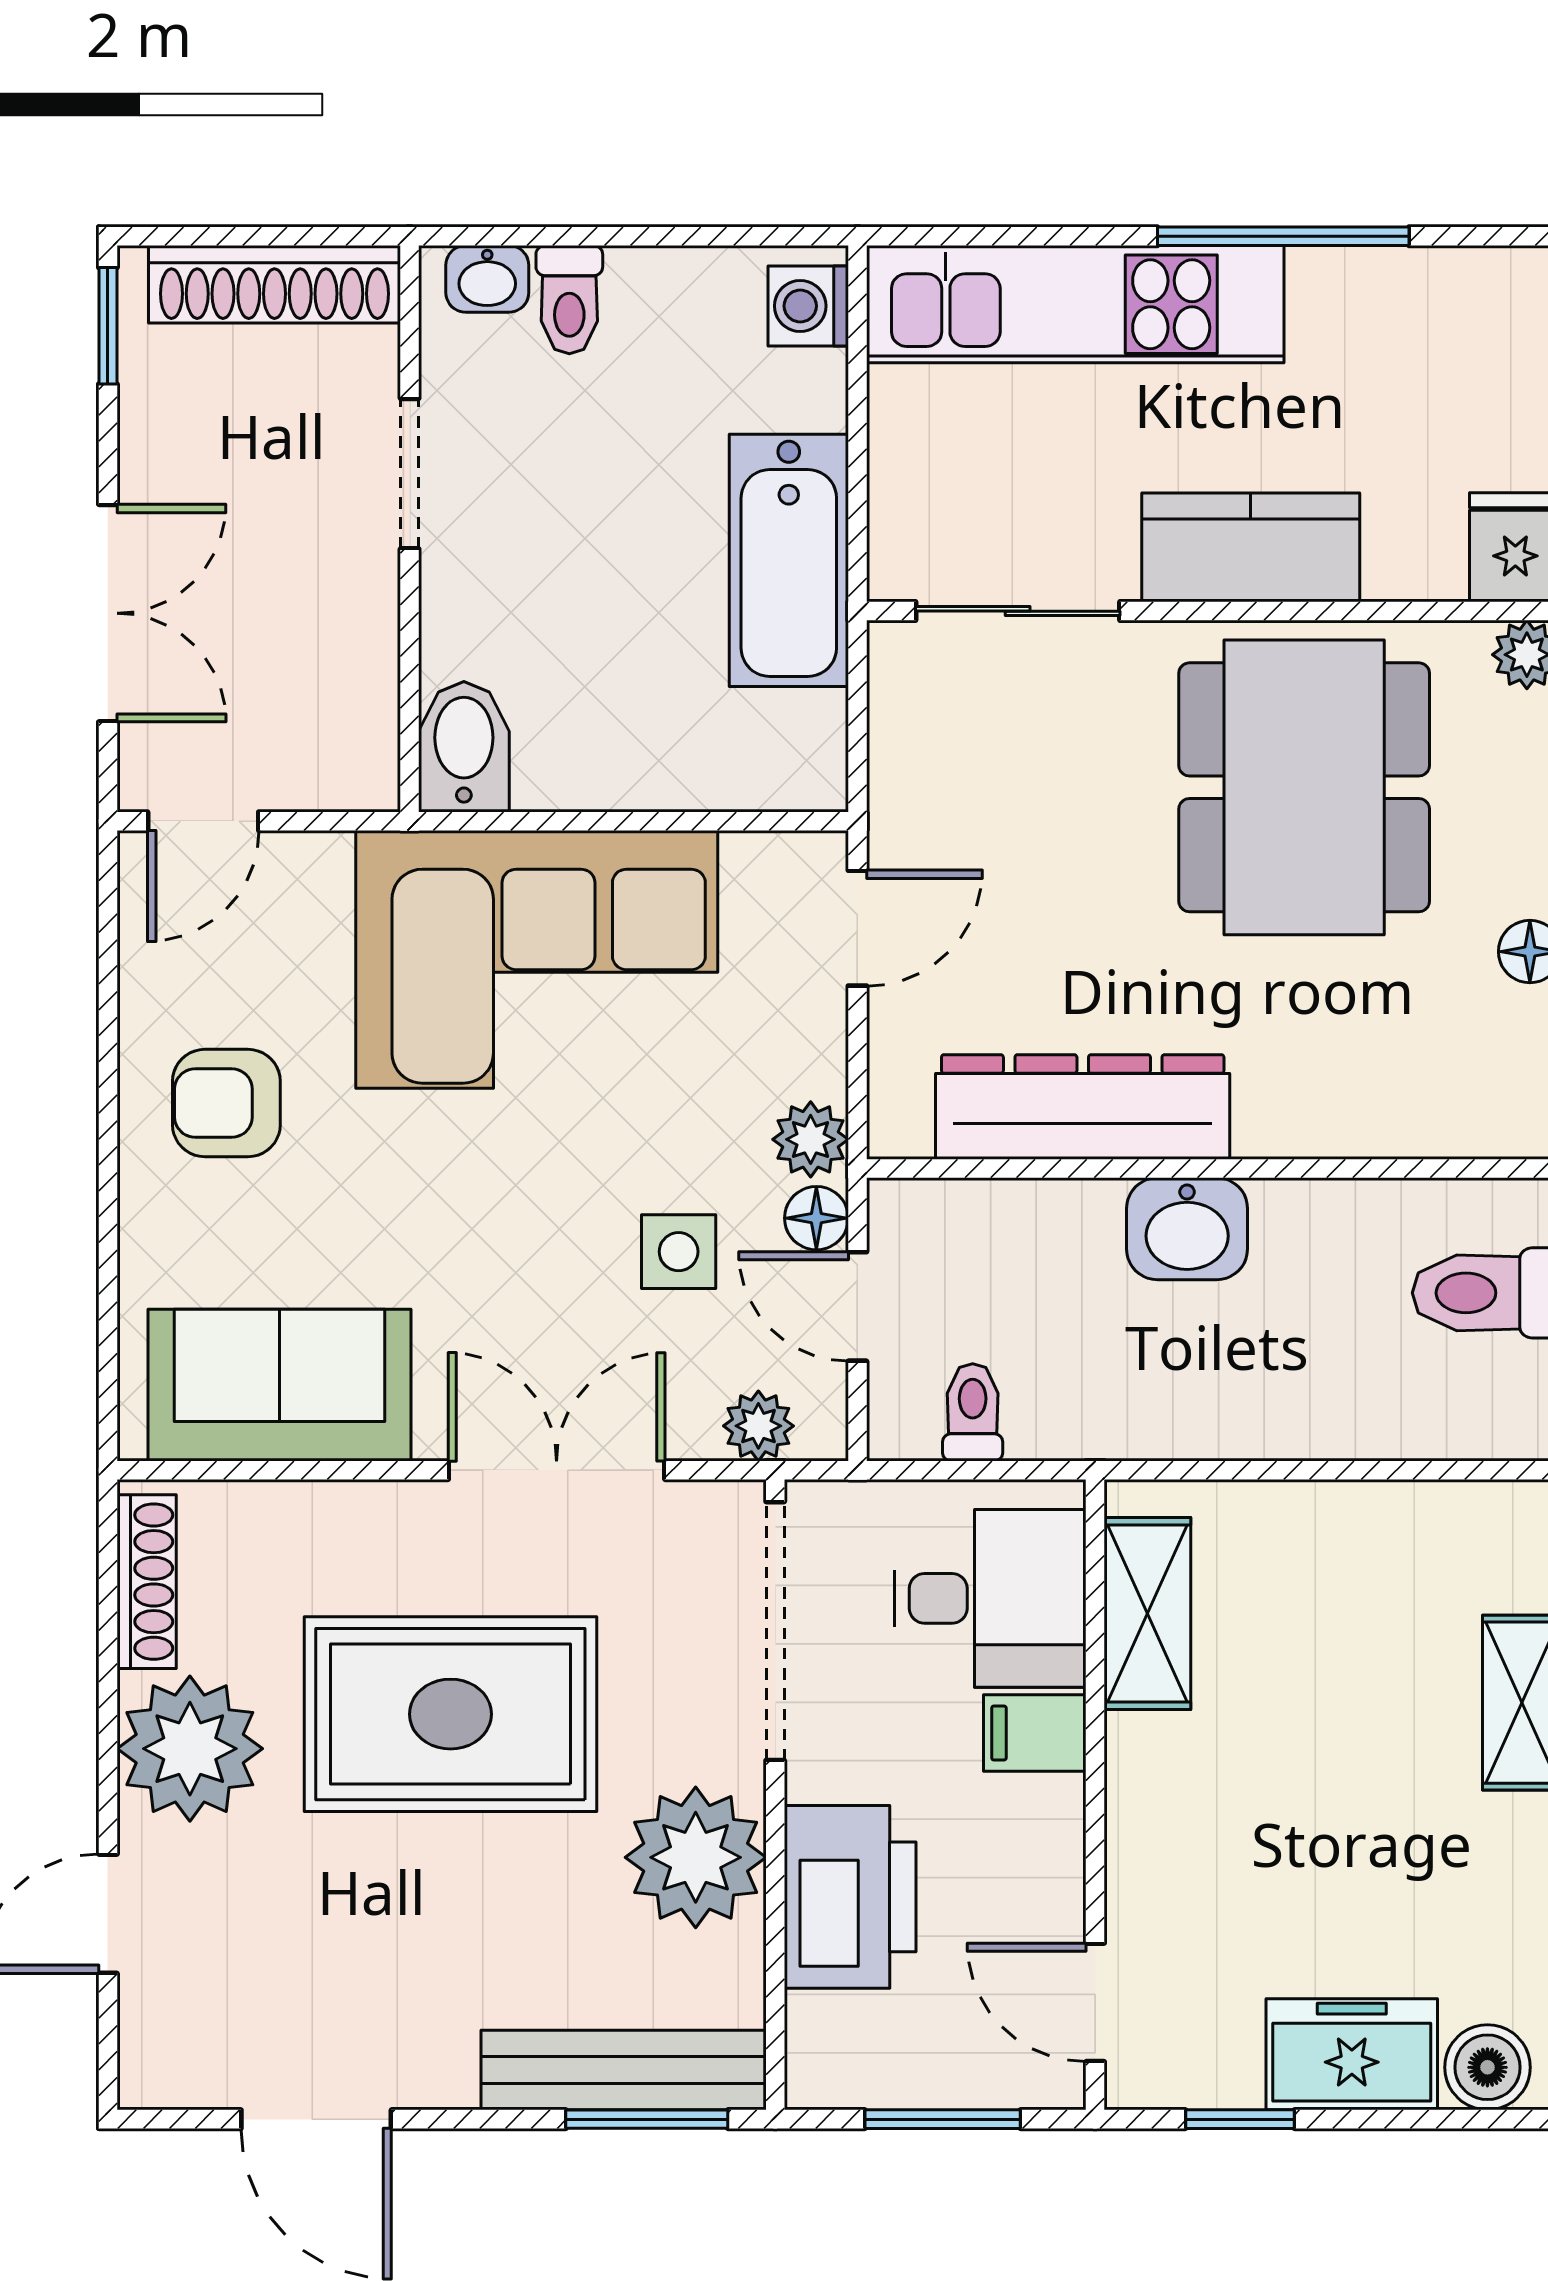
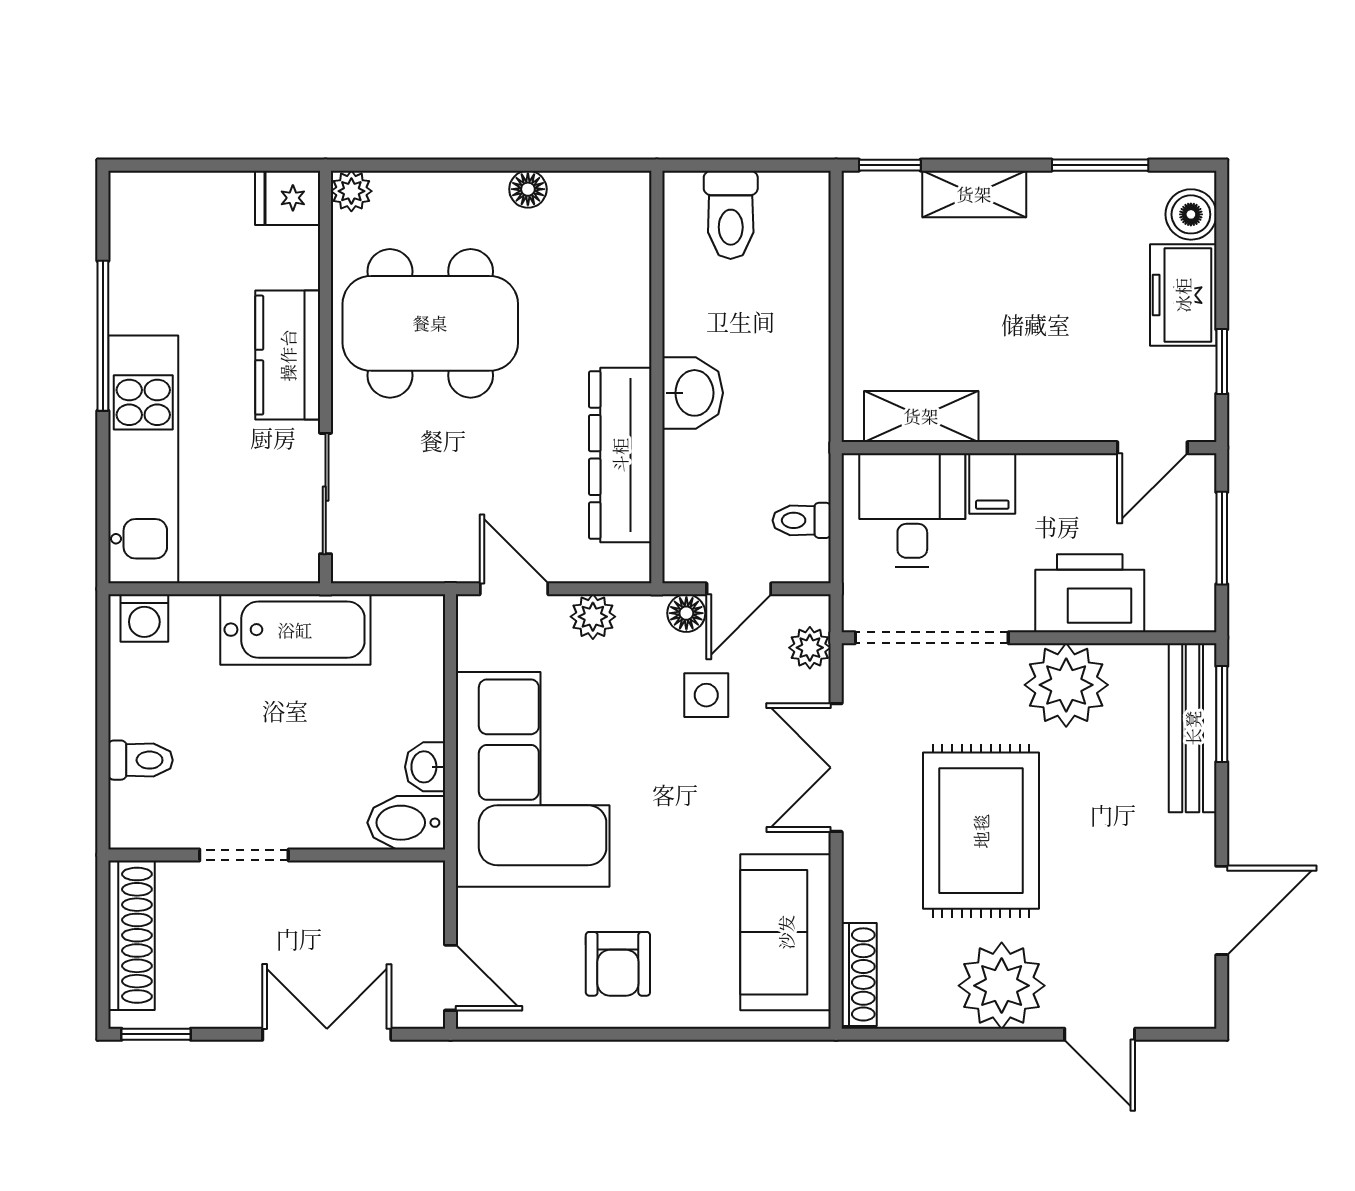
washbasin: (487, 279) -> (425, 767), moved, turned 180
plant: (811, 1139) -> (593, 617), moved
shoe rack: (147, 1582) -> (859, 974), moved, turned 90

